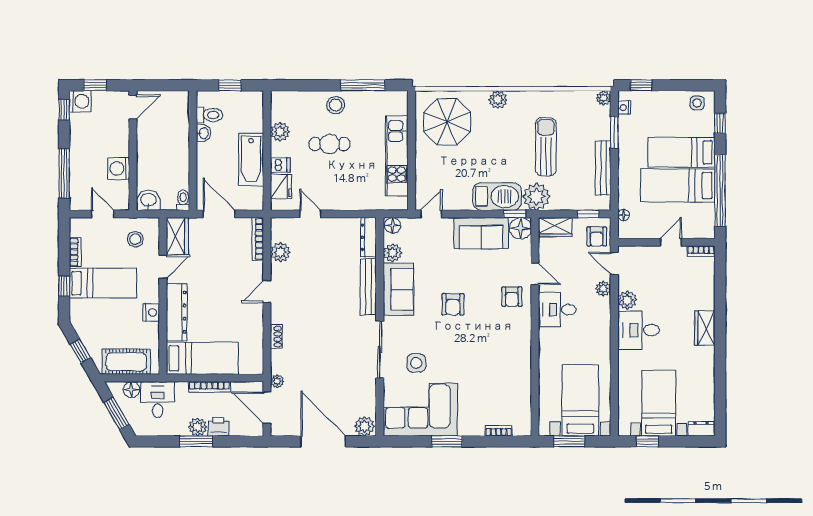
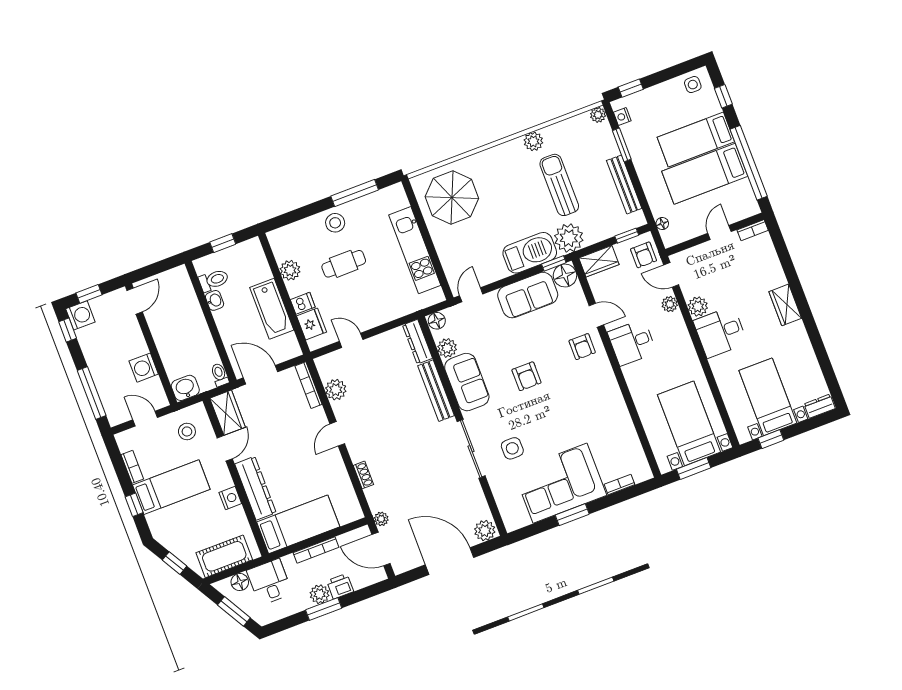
plant: (498, 100) -> (533, 141), moved
corner sofa: (420, 410) -> (560, 483), moved

